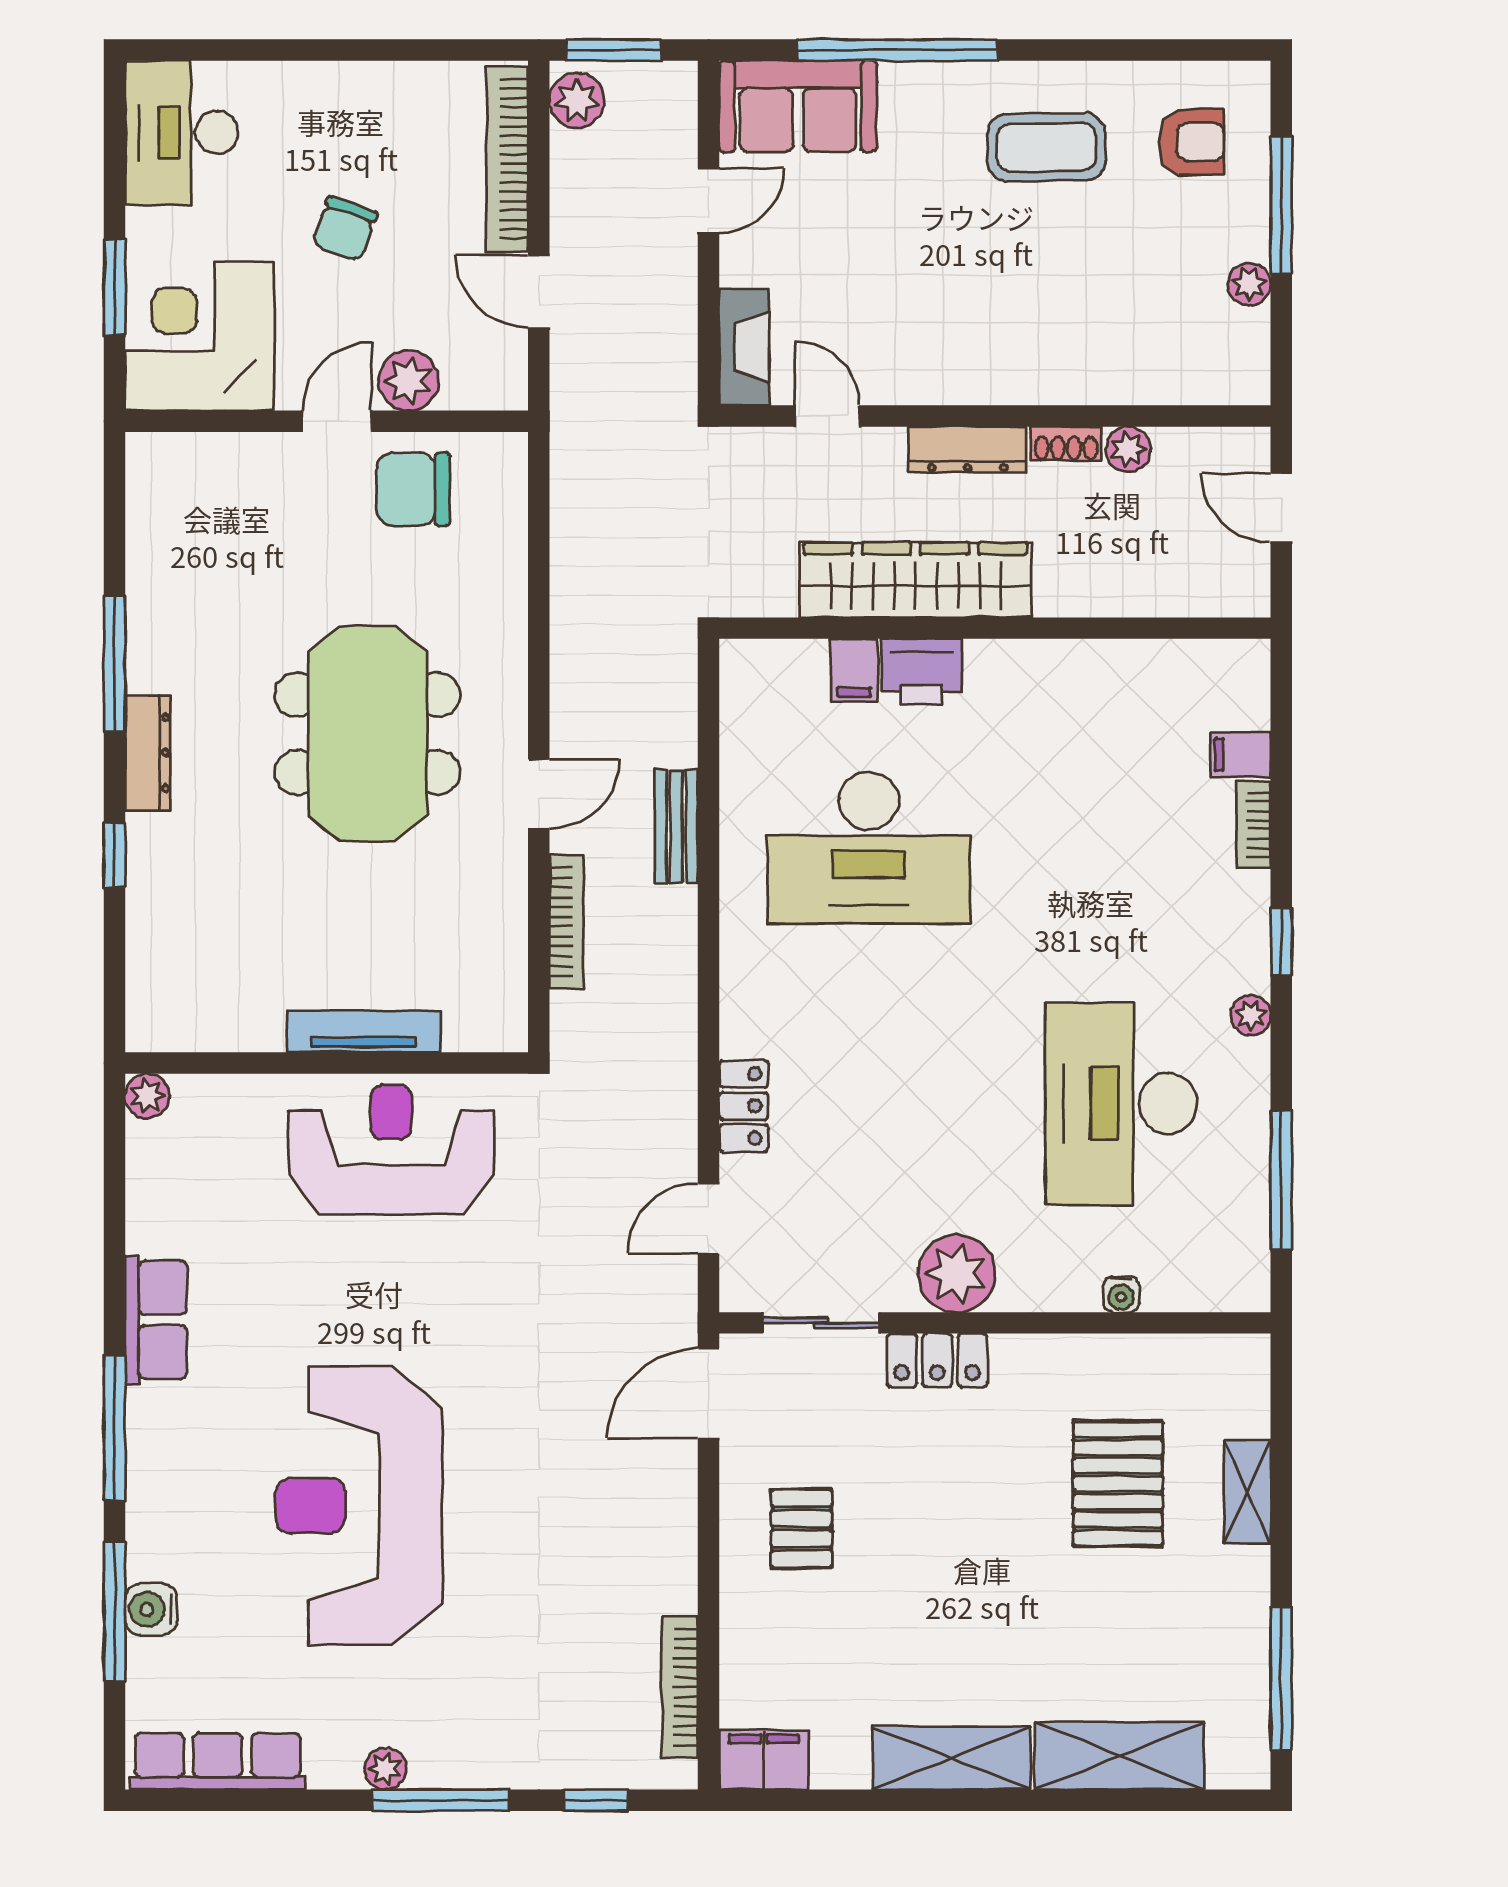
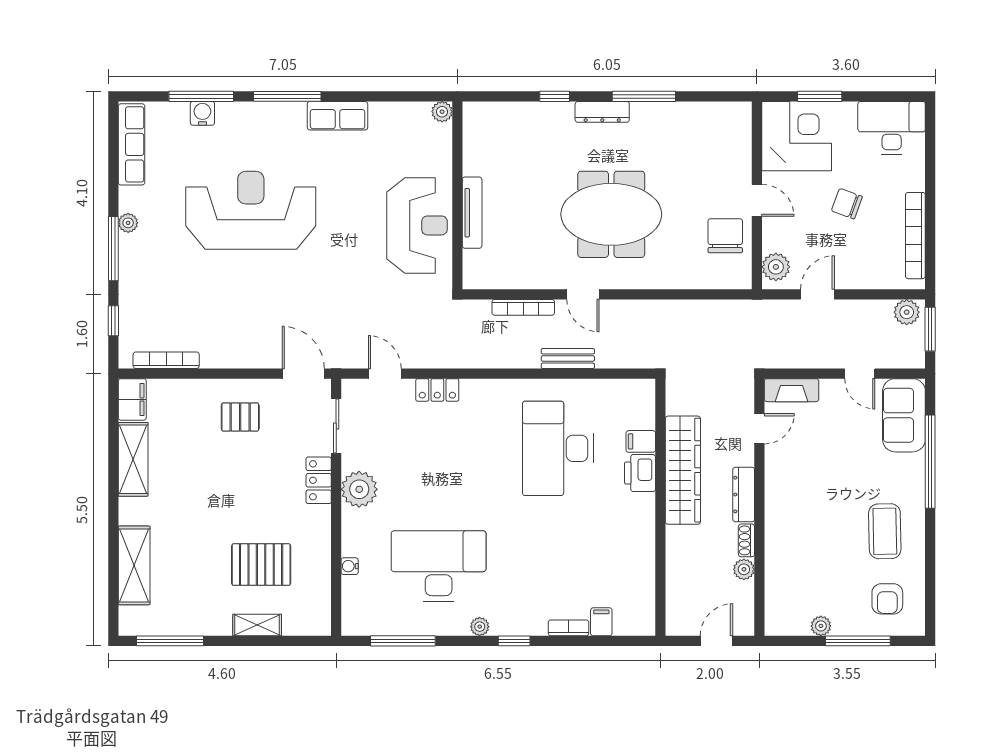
bookcase: (507, 159) -> (915, 236), moved, turned -90
plant: (408, 381) -> (776, 267), moved
shelving: (951, 1758) -> (133, 459), moved

